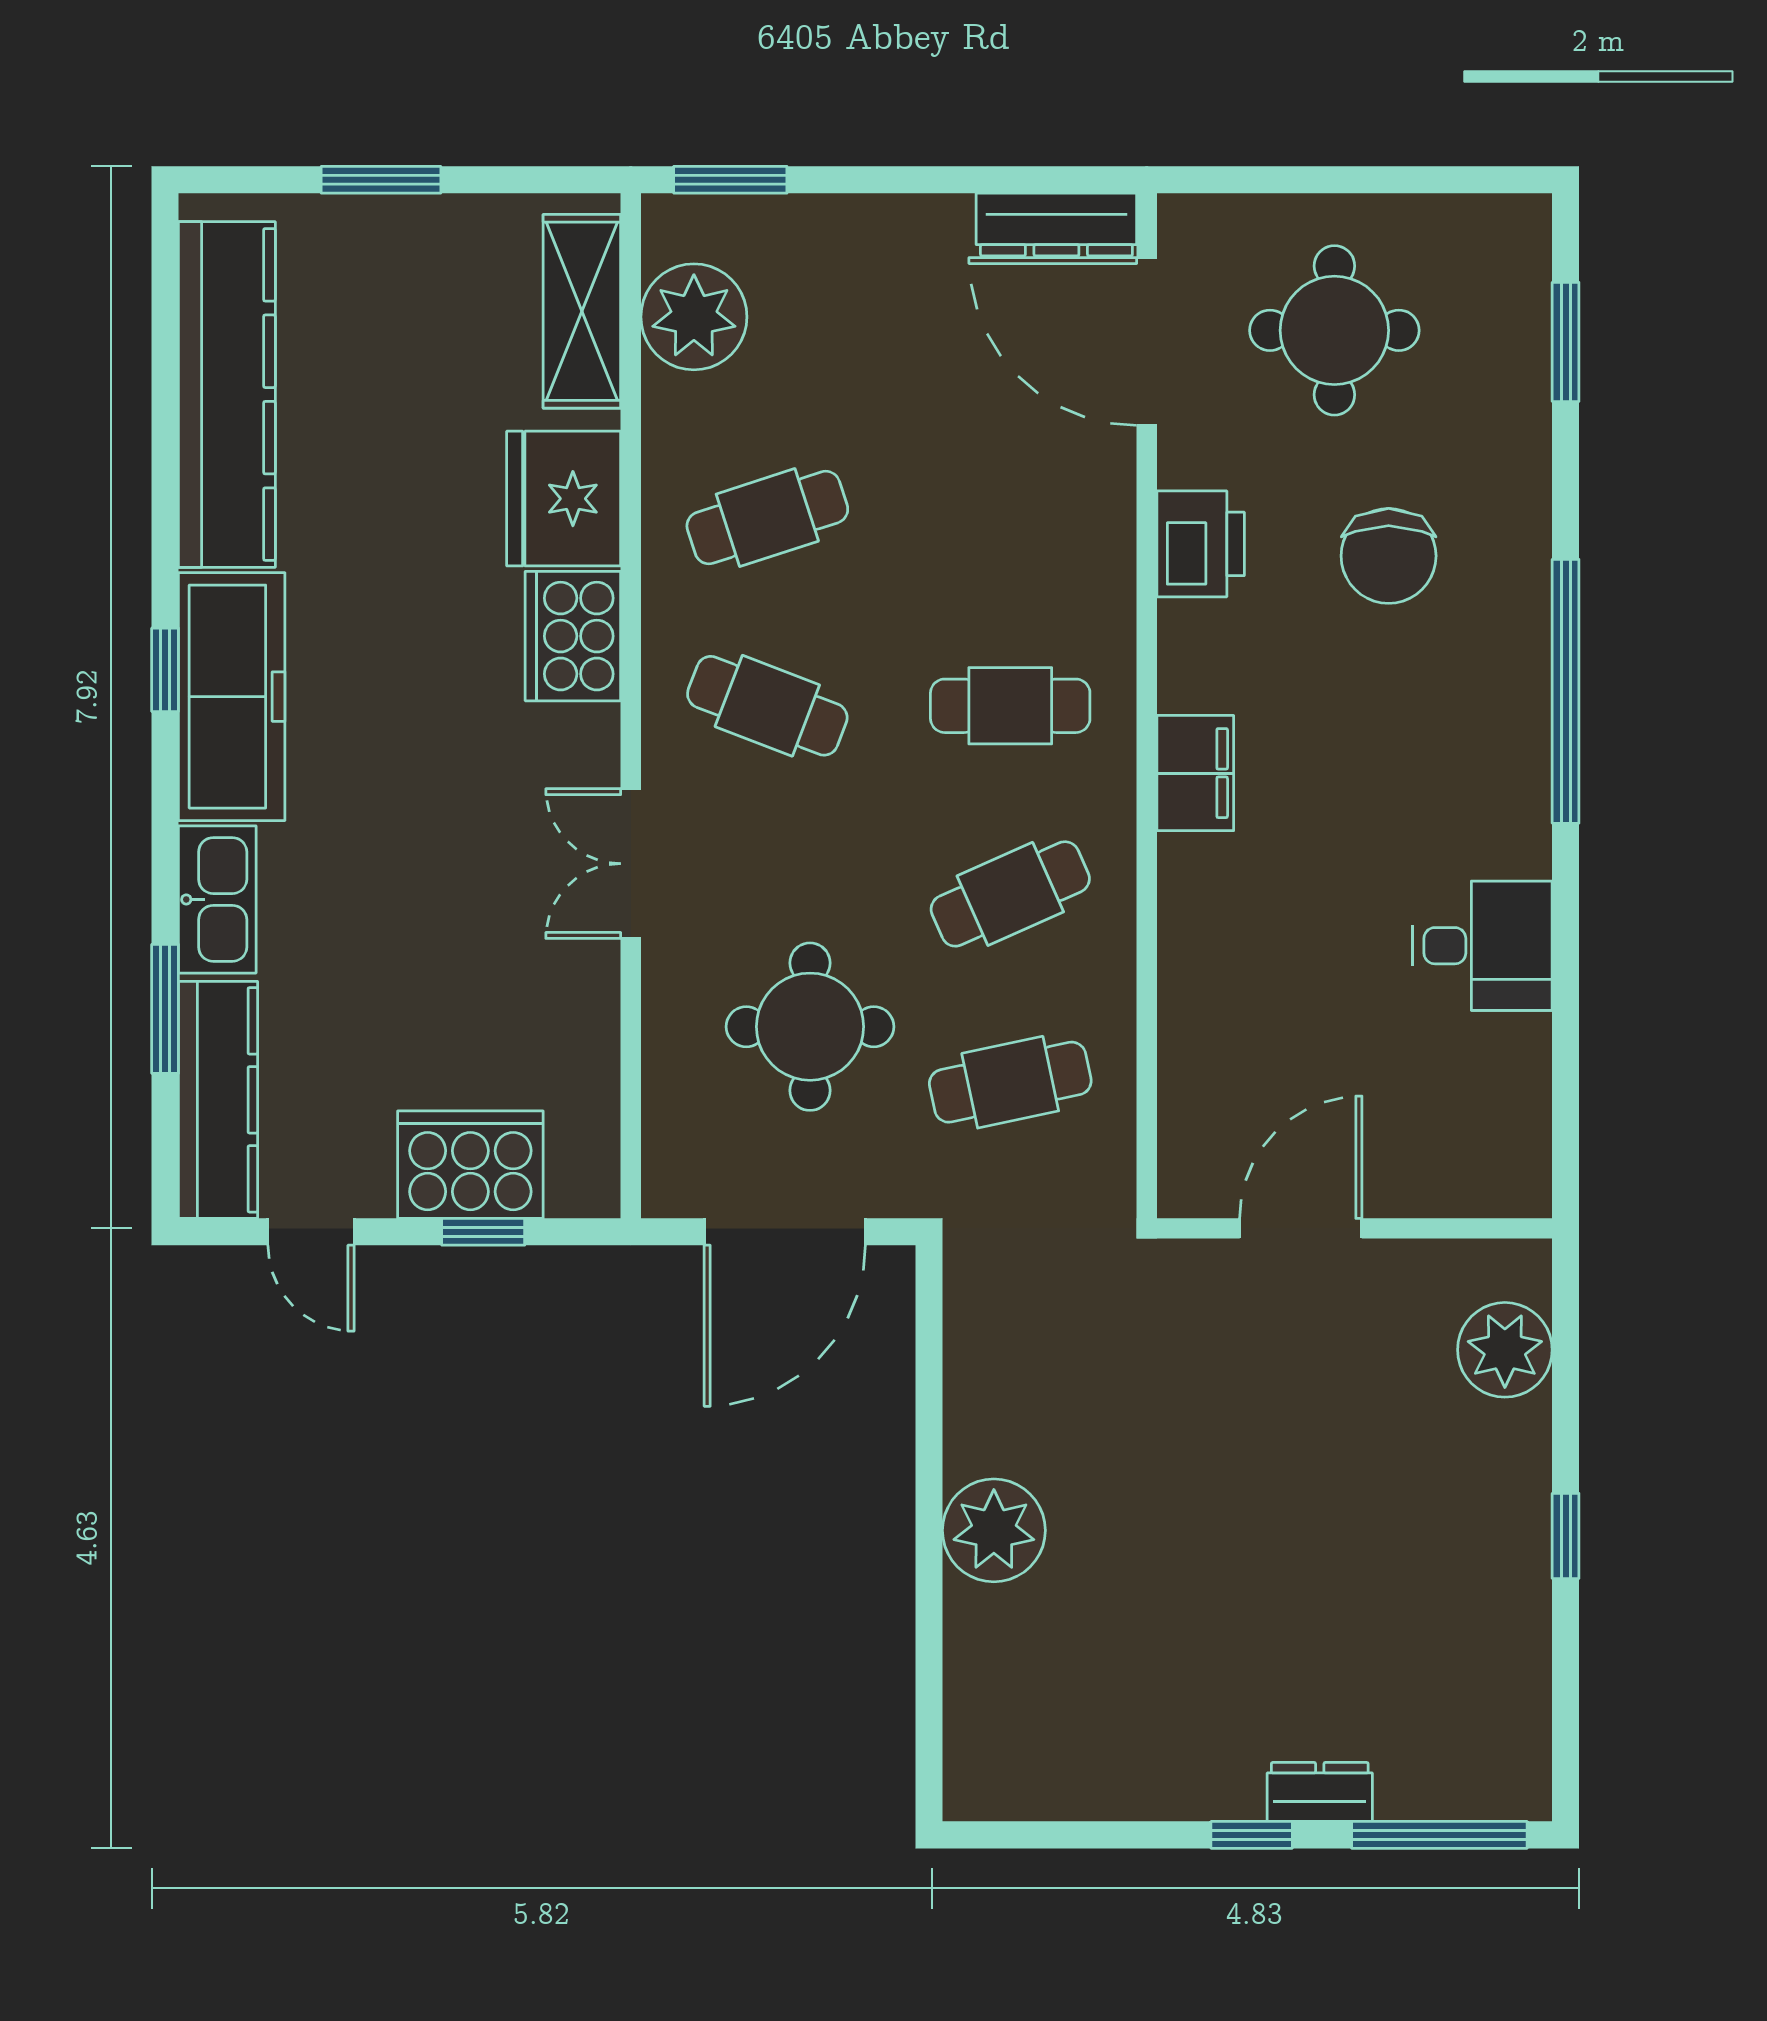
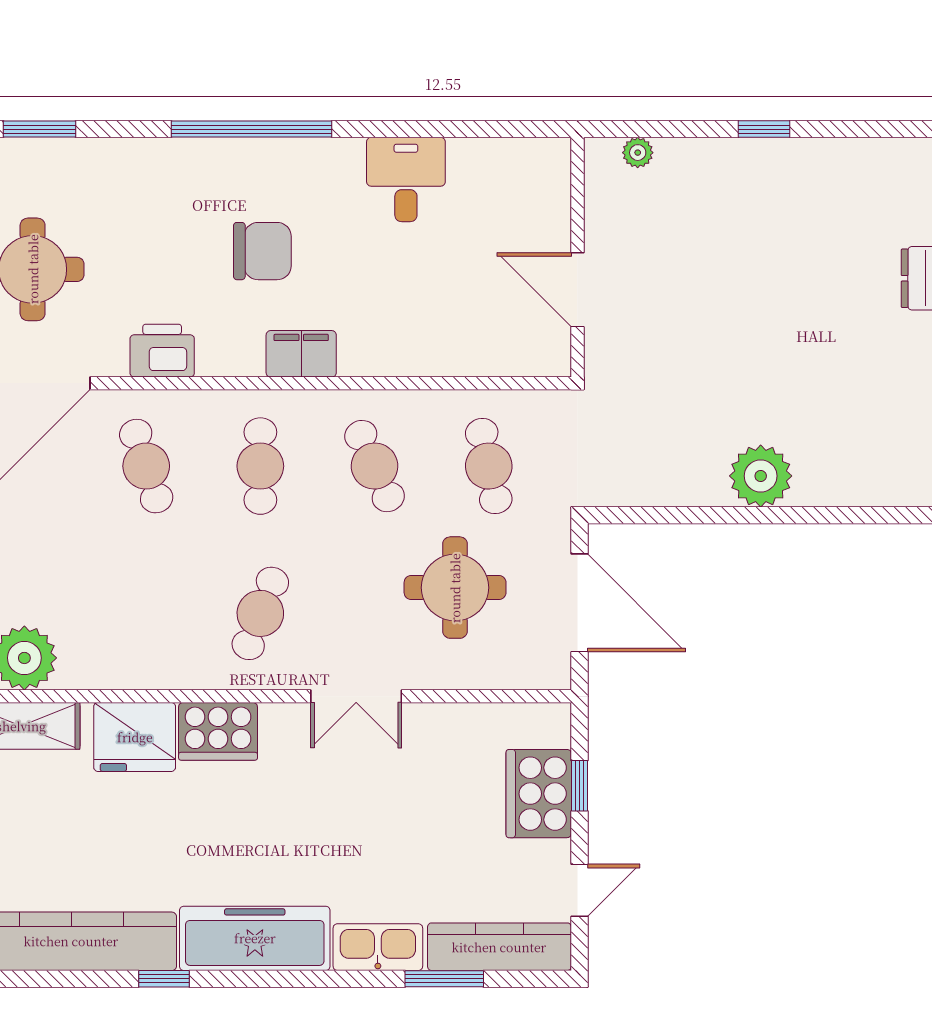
cafe table: (767, 518) -> (146, 466), moved
chair: (1389, 556) -> (262, 251), moved
window: (165, 670) -> (164, 979), moved
plant: (1505, 1350) -> (638, 153), width x0.53, depth x0.53

